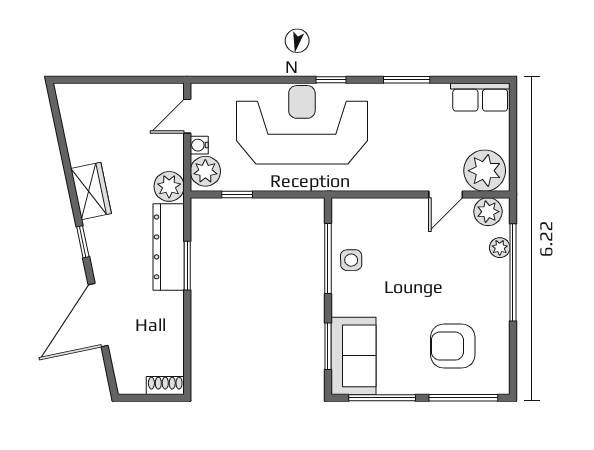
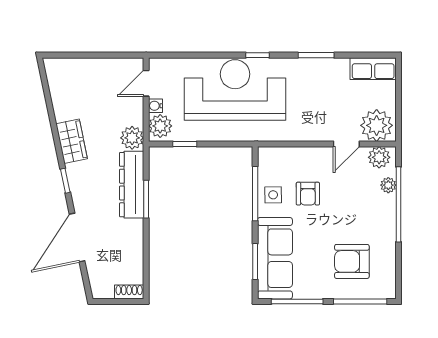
armchair: (396, 259) -> (308, 194), added
sofa: (353, 356) -> (275, 258), width x1.36

